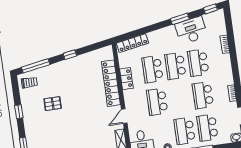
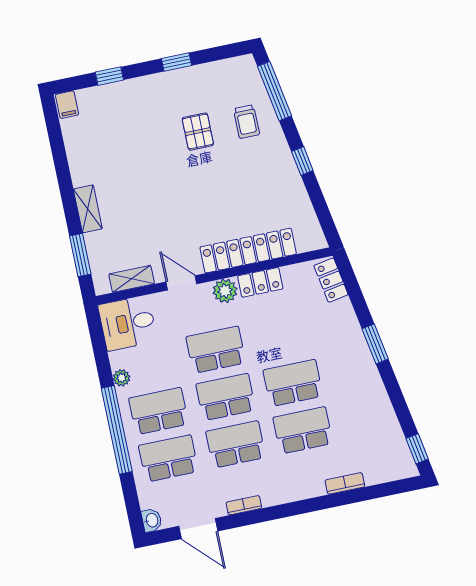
window: (180, 19) -> (375, 344), moved
desk: (191, 30) -> (370, 411), removed
locker: (133, 43) -> (331, 280), width x0.66
school desk: (153, 69) -> (226, 397), moved
trolley: (29, 82) -> (247, 122), moved
plant: (129, 96) -> (225, 291), added

